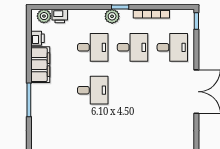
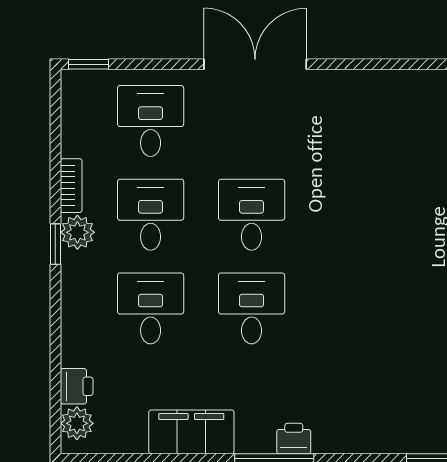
bookcase: (151, 14) -> (71, 186), width x0.64
plant: (112, 16) -> (77, 232), moved
printer: (37, 38) -> (294, 439), moved
desk: (133, 90) -> (252, 215), added

